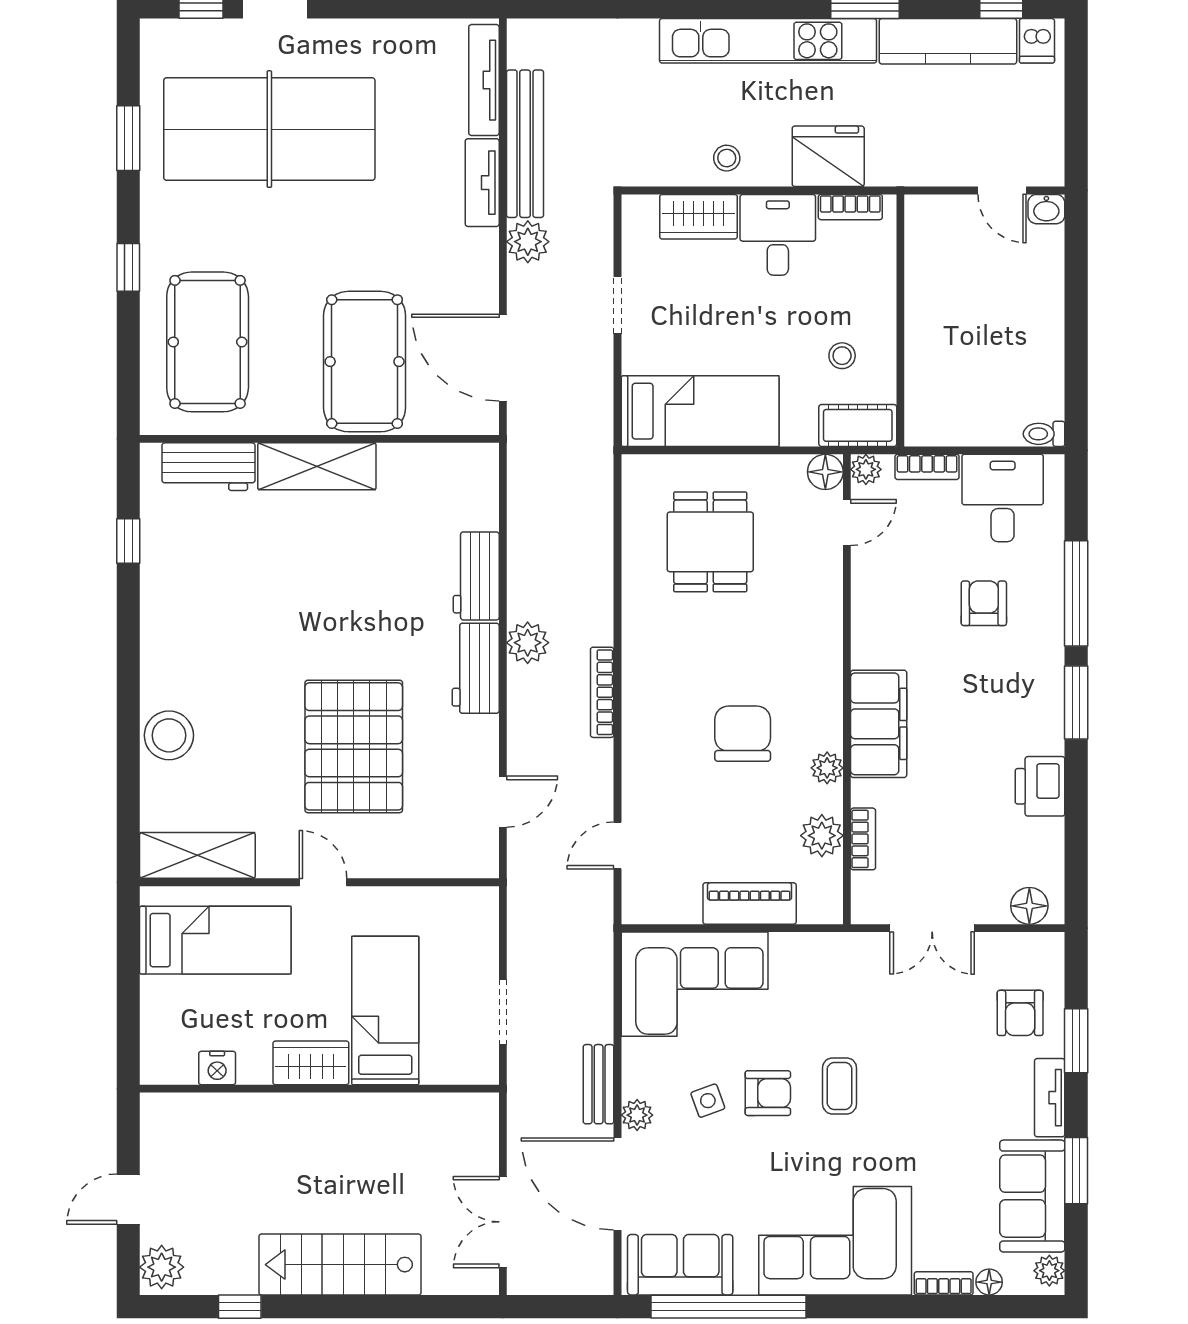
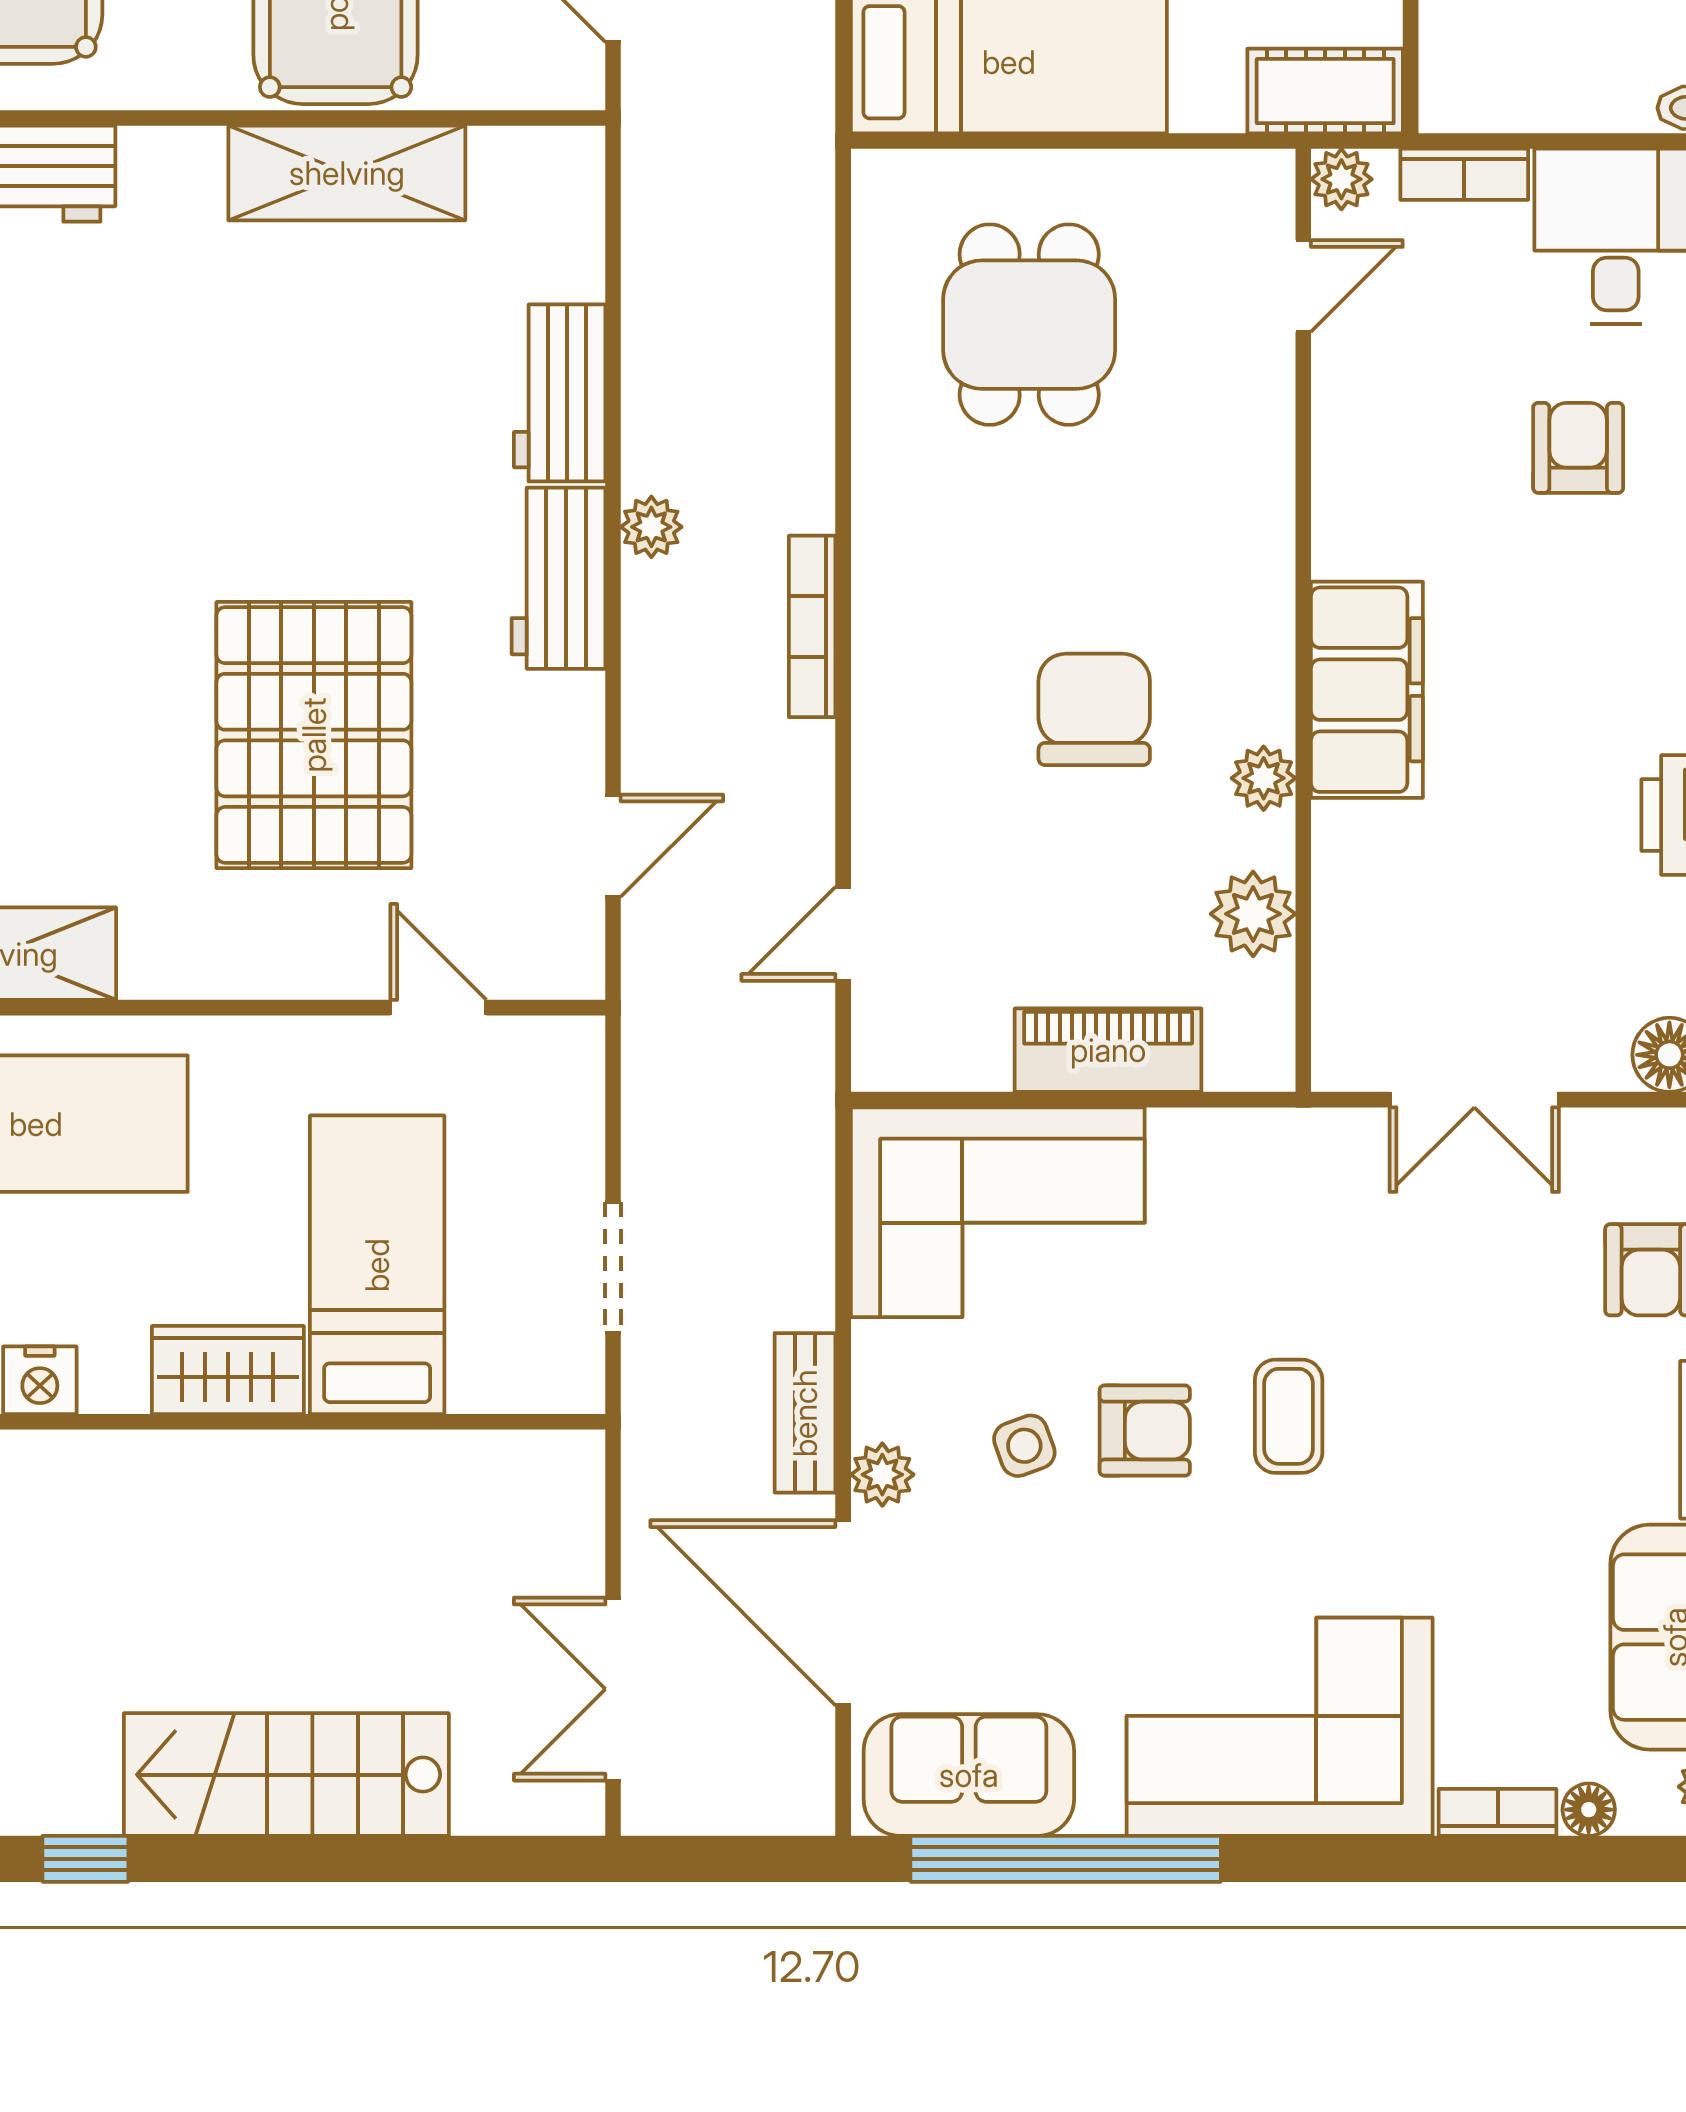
shelving: (317, 466) -> (347, 173), moved
floor lamp: (825, 472) -> (1260, 184), removed
plant: (528, 643) -> (651, 527), width x0.73, depth x0.73
bookcase: (863, 839) -> (1336, 921), removed
door: (323, 882) -> (438, 1008), moved

